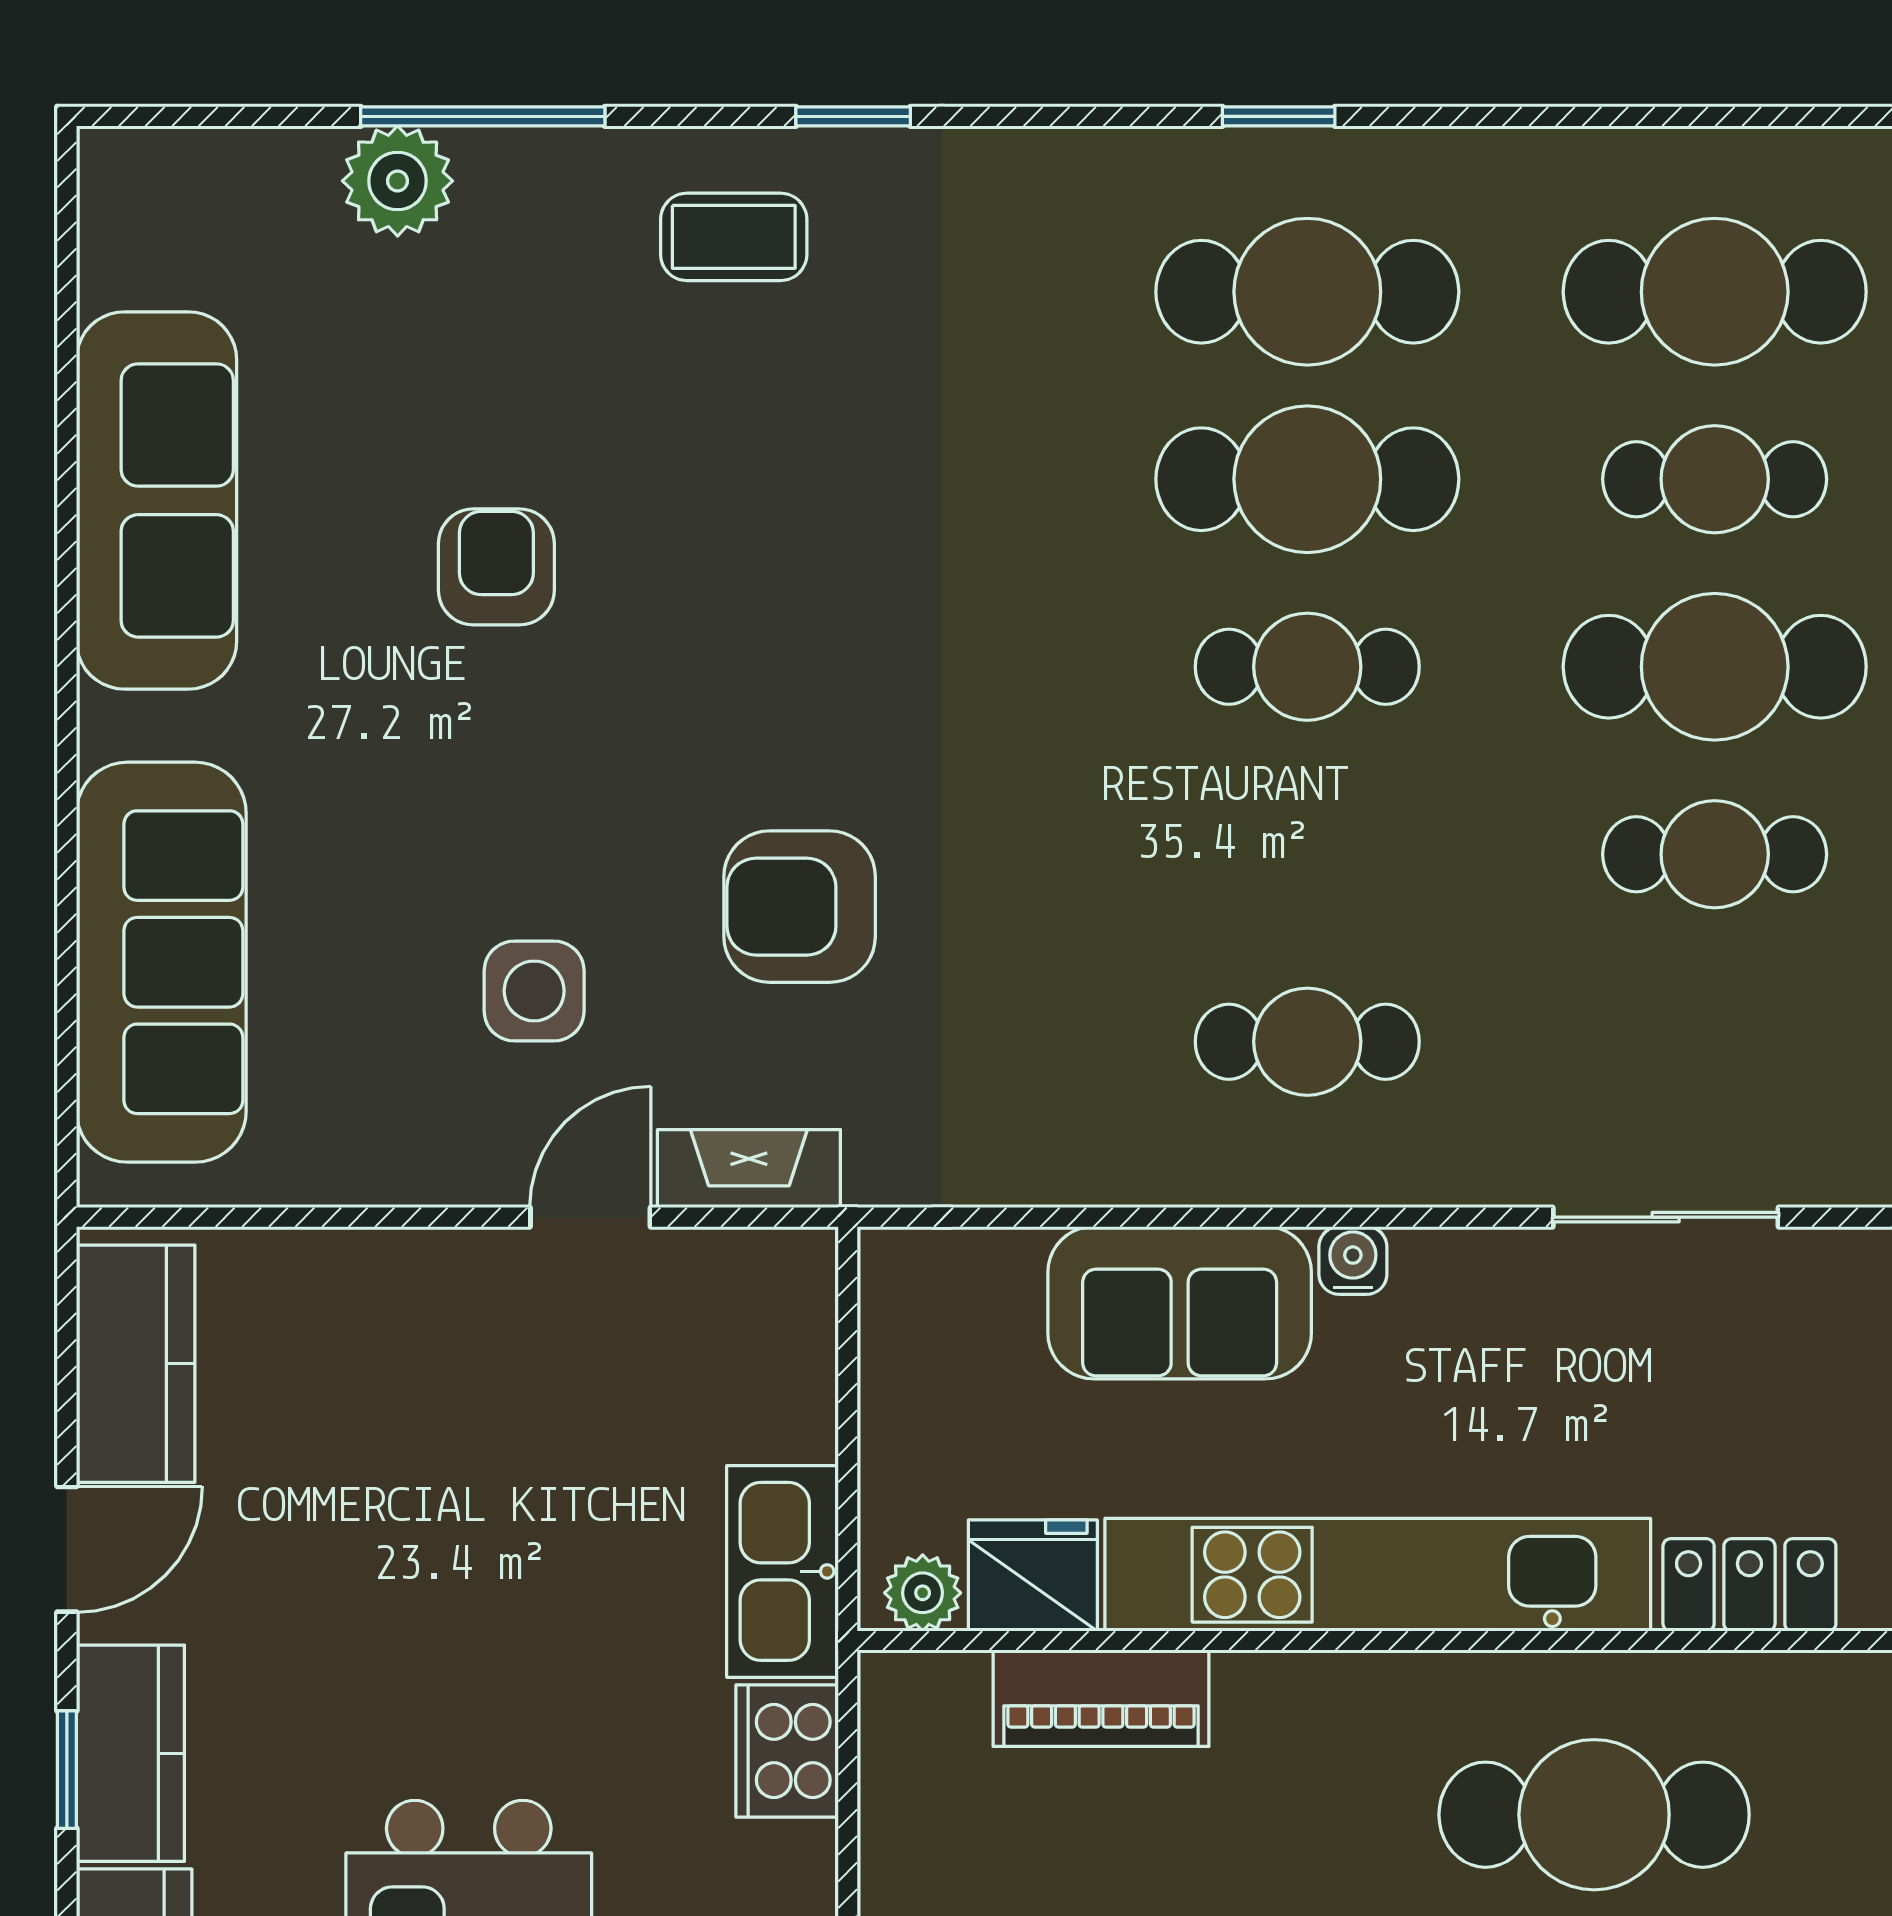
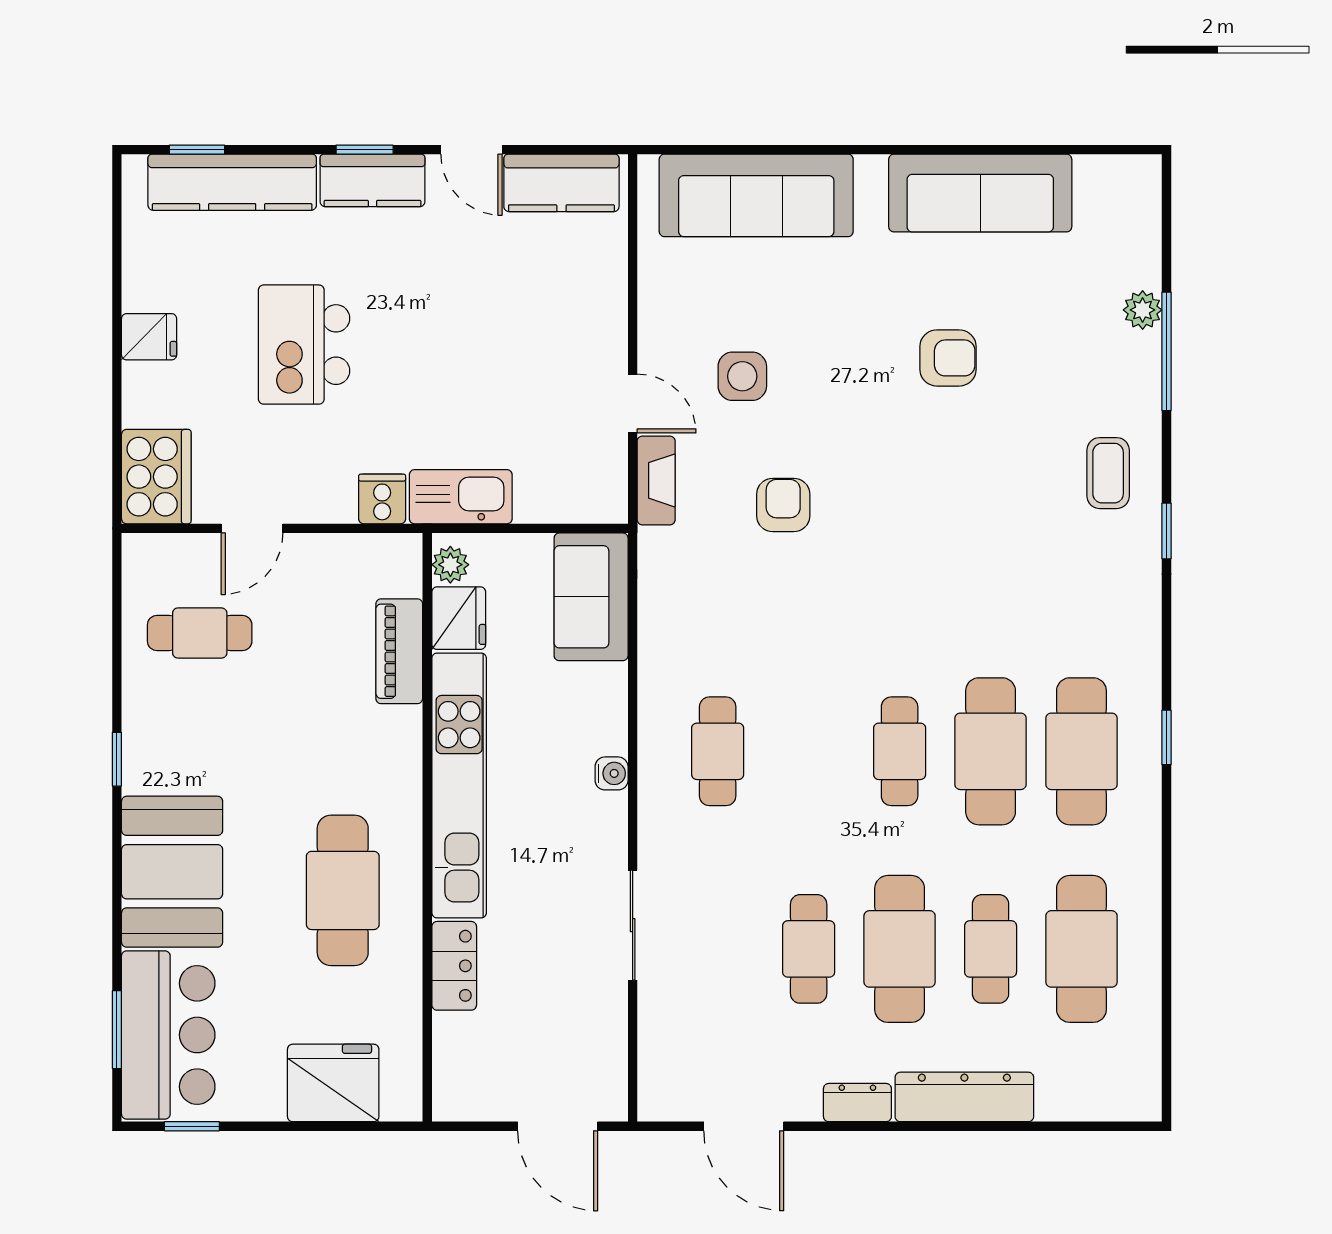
plant: (398, 181) -> (1143, 310), width x0.73, depth x0.73
armchair: (800, 907) -> (783, 505), width x0.72, depth x0.72
sofa: (1180, 1303) -> (591, 597), moved
cooker: (787, 1751) -> (382, 499), width x0.73

